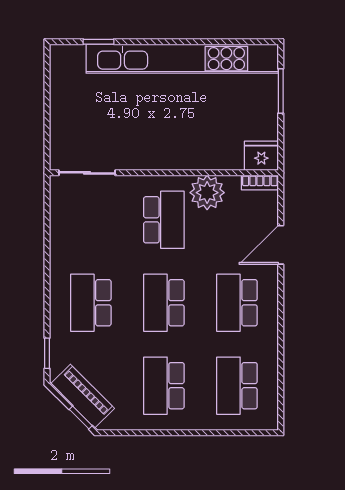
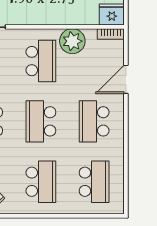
school desk: (164, 386) -> (41, 182), turned 180
school desk: (237, 386) -> (94, 182), turned 180

